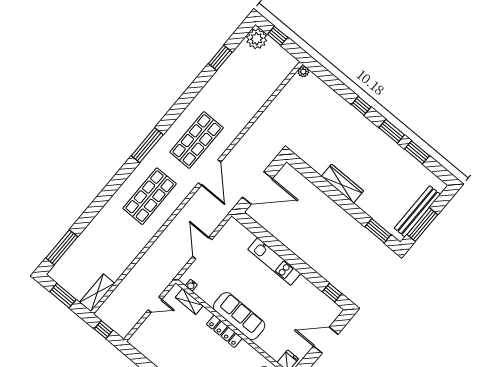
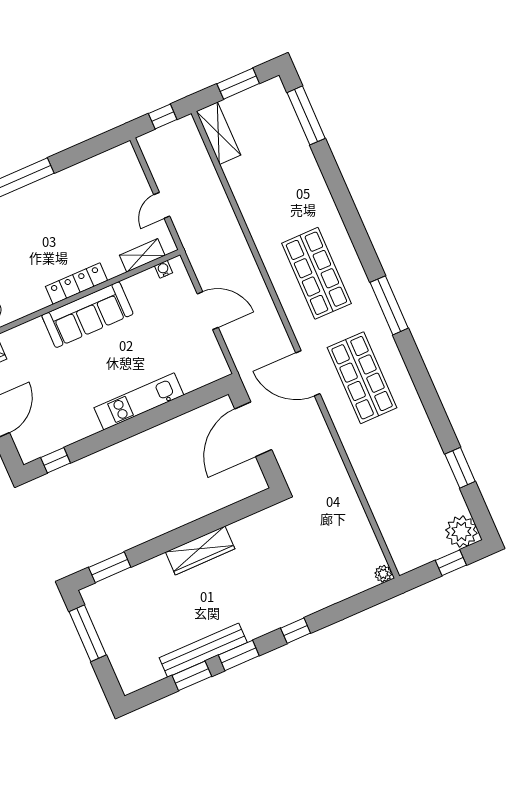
bench: (417, 211) -> (203, 650), moved, turned 90

